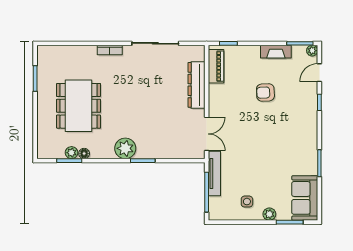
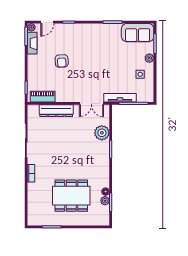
fireplace: (276, 52) -> (32, 43), moved
door: (319, 73) -> (47, 22), hinge flipped
double door: (207, 134) -> (91, 103), swing flipped
plant: (125, 148) -> (102, 133), moved

